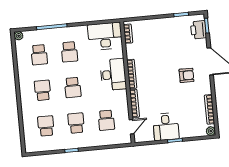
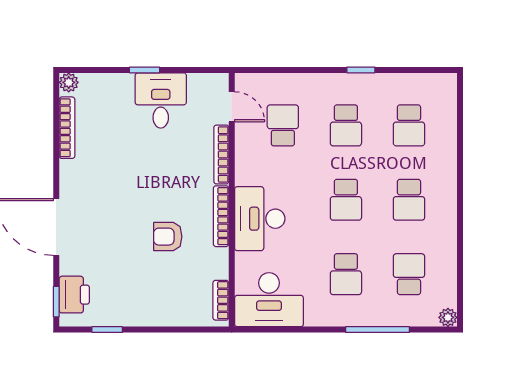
school desk: (69, 52) -> (346, 274), turned 180
armchair: (186, 75) -> (168, 237), moved
school desk: (73, 87) -> (346, 200), turned 180
door: (132, 127) -> (232, 107), swing flipped

